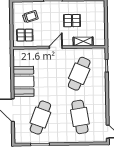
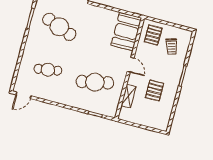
cafe table: (79, 74) -> (95, 82), turned -36
booth: (23, 81) -> (126, 32), moved, turned 90
cafe table: (80, 117) -> (48, 70), width x0.73, depth x0.74

